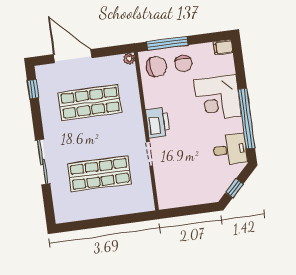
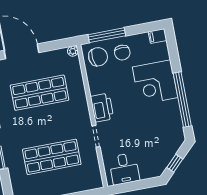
desk: (230, 149) -> (124, 169), moved, turned 90

